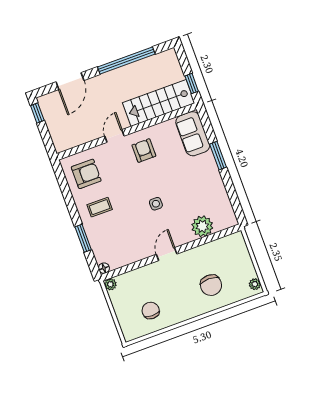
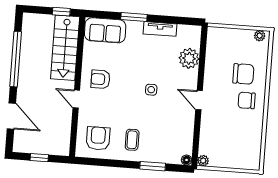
window: (37, 113) -> (39, 158), moved
tv unit: (218, 186) -> (160, 29), added
chair: (151, 311) -> (247, 100), moved

